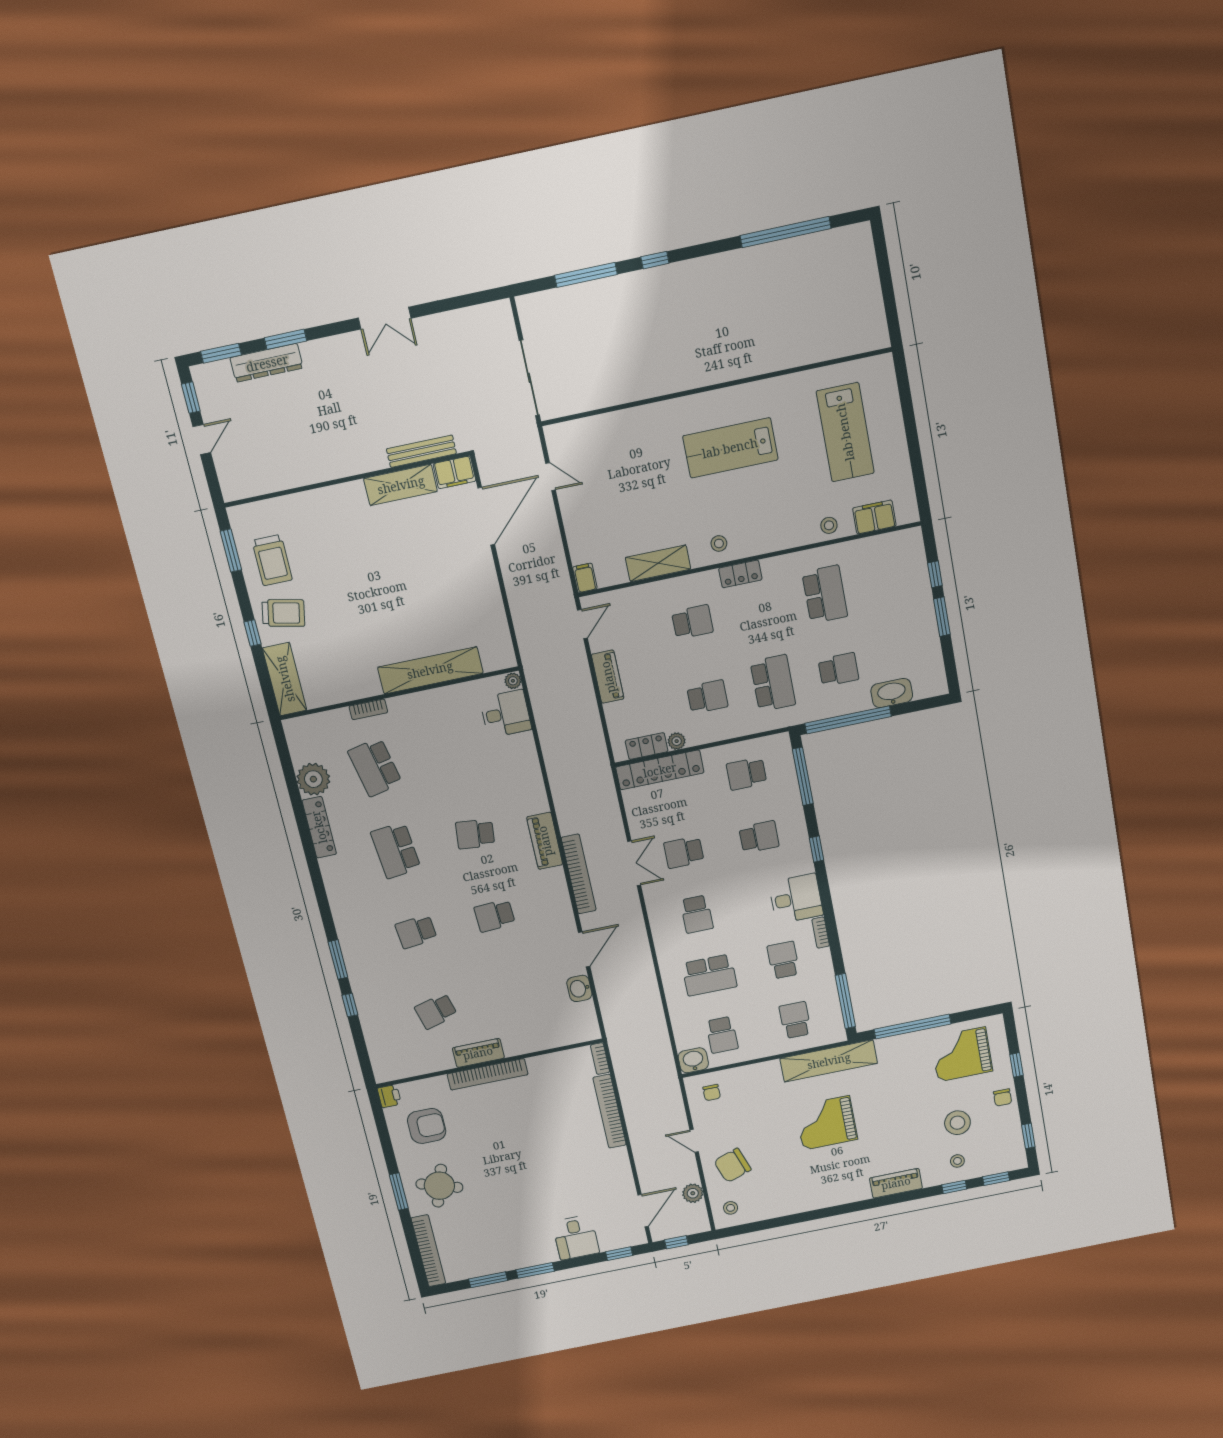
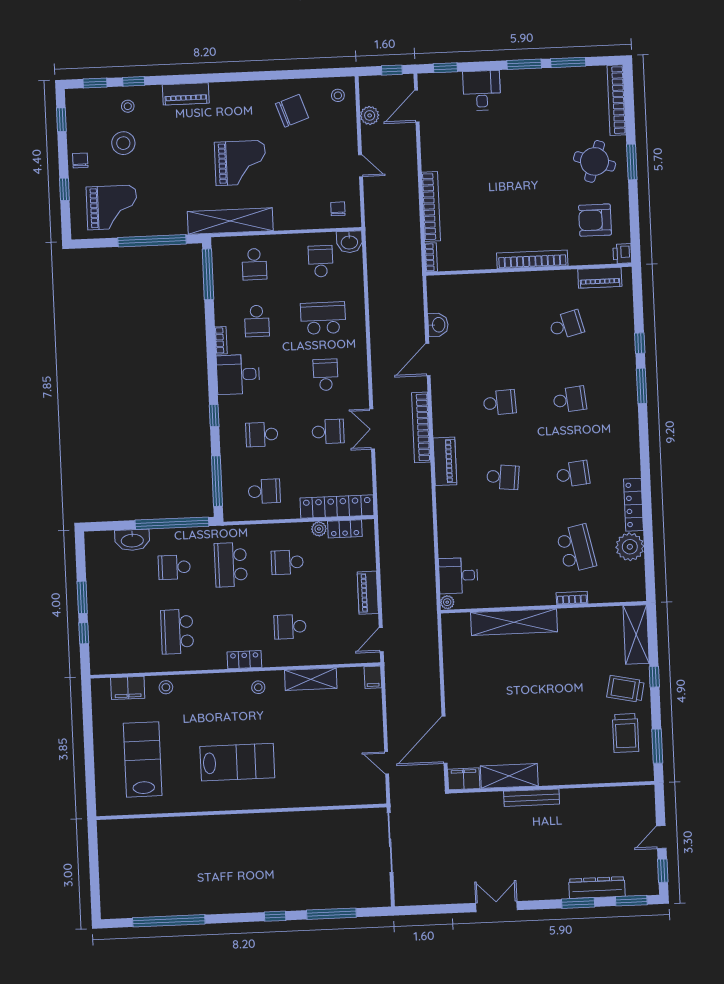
bench: (421, 451) -> (532, 798), moved
trolley: (272, 560) -> (626, 733), turned 180
school desk: (396, 850) -> (573, 474), width x0.54
piano: (478, 1053) -> (600, 278), moved
chair: (732, 1165) -> (292, 111), moved

